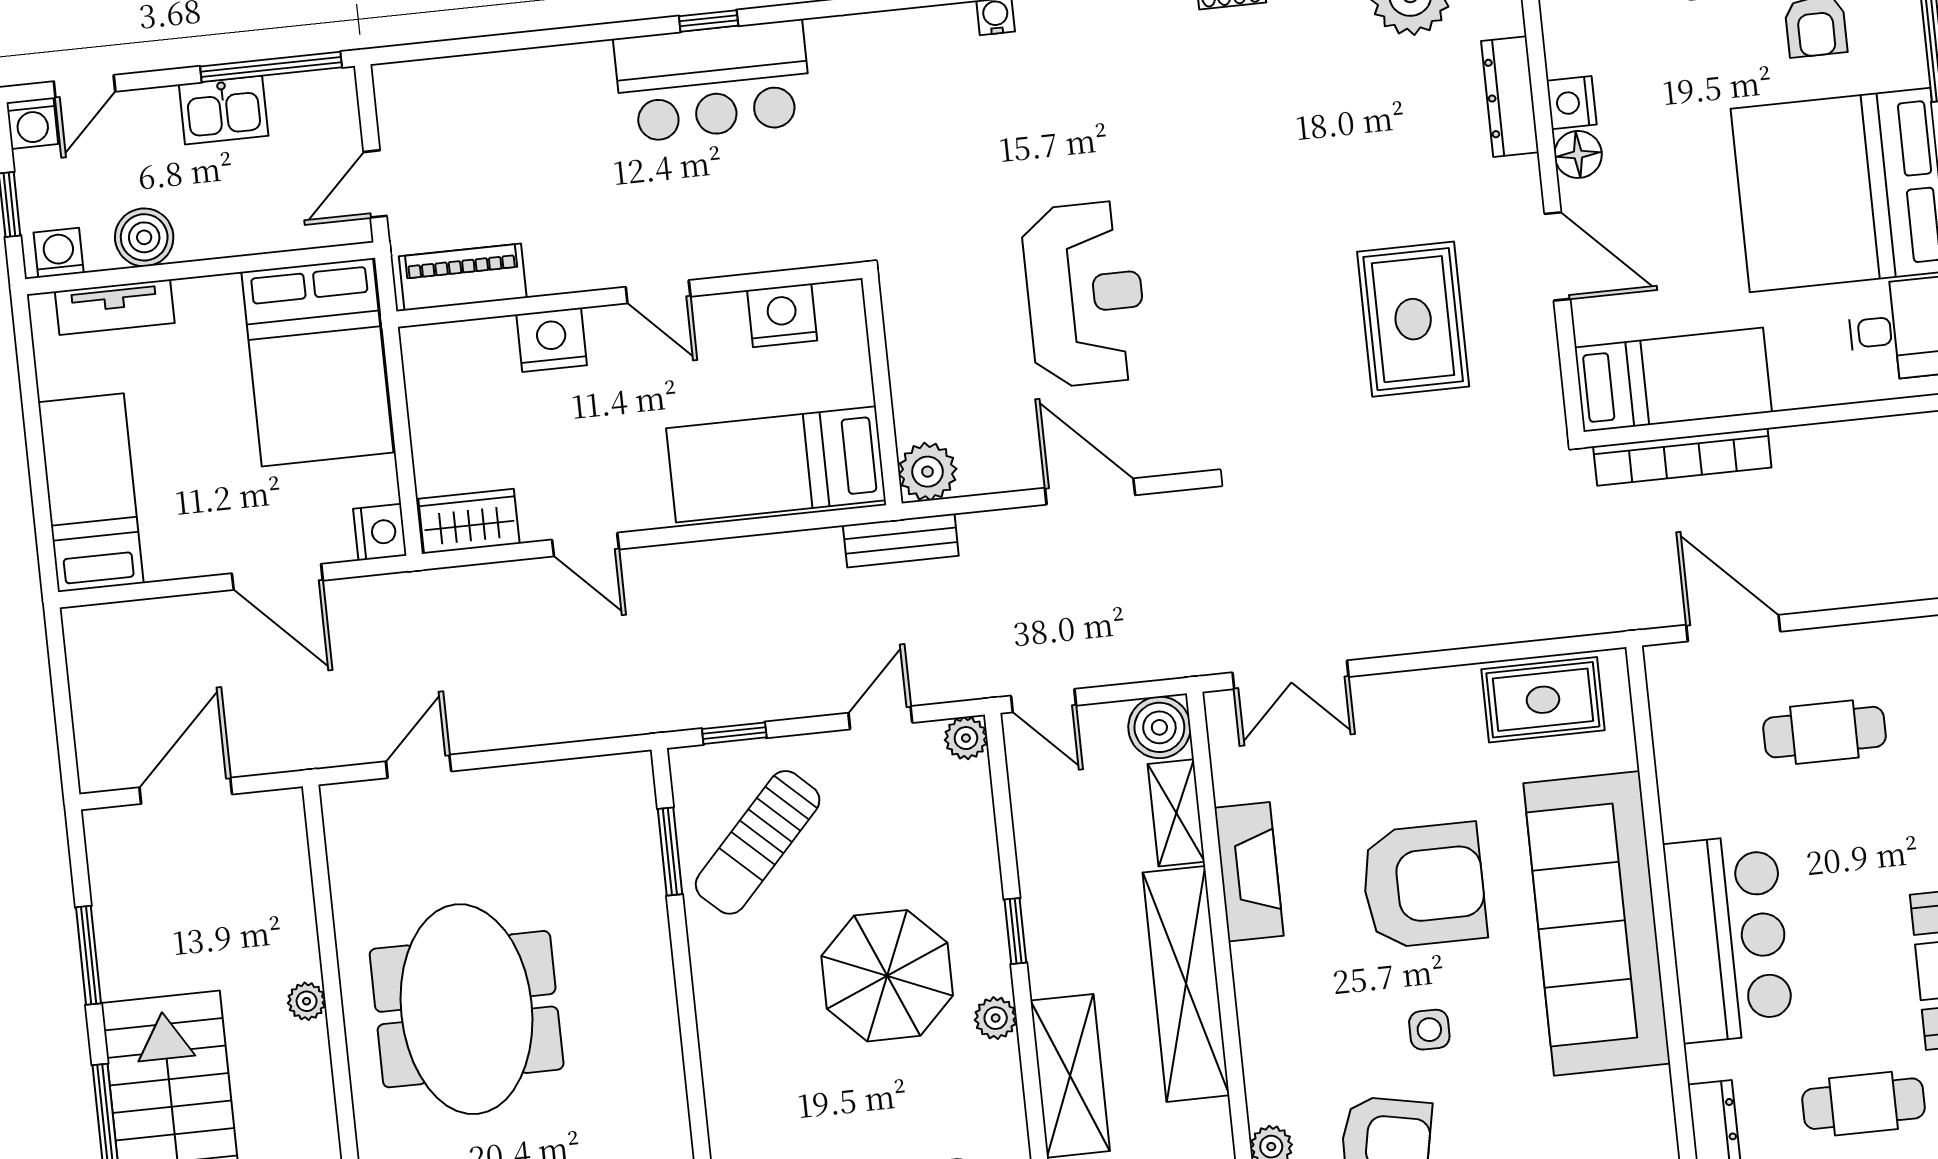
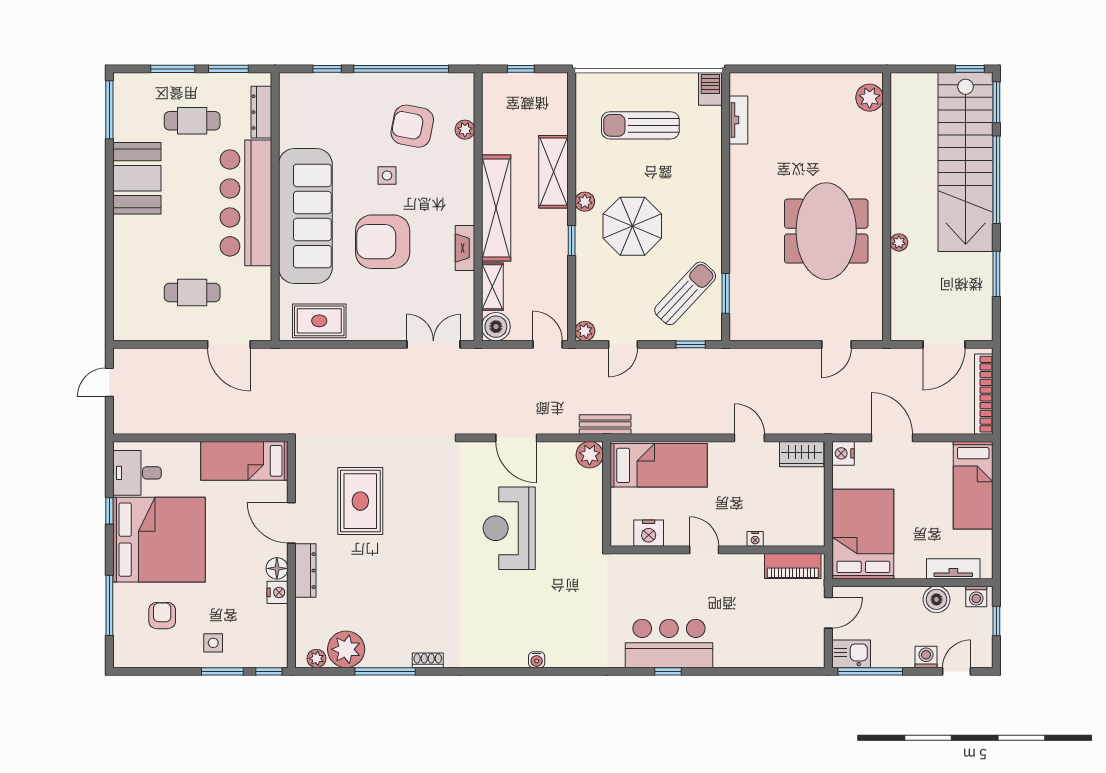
dresser: (1510, 97) -> (305, 571), moved
kitchen sink: (224, 110) -> (851, 654), moved
washing machine: (32, 123) -> (926, 657), moved
nightstand: (552, 340) -> (755, 539), width x0.53, depth x0.56
bookcase: (1682, 457) -> (984, 394), moved, turned -90
fireplace: (1249, 872) -> (465, 248), width x0.73, depth x0.76
bar counter: (1729, 938) -> (246, 203), width x1.36

